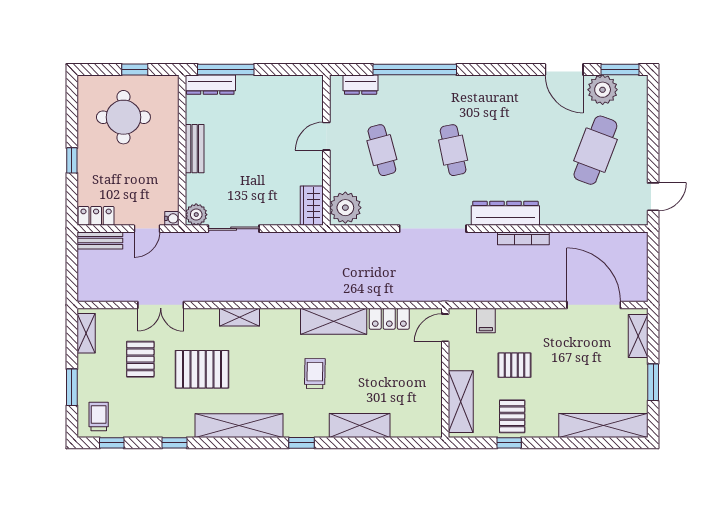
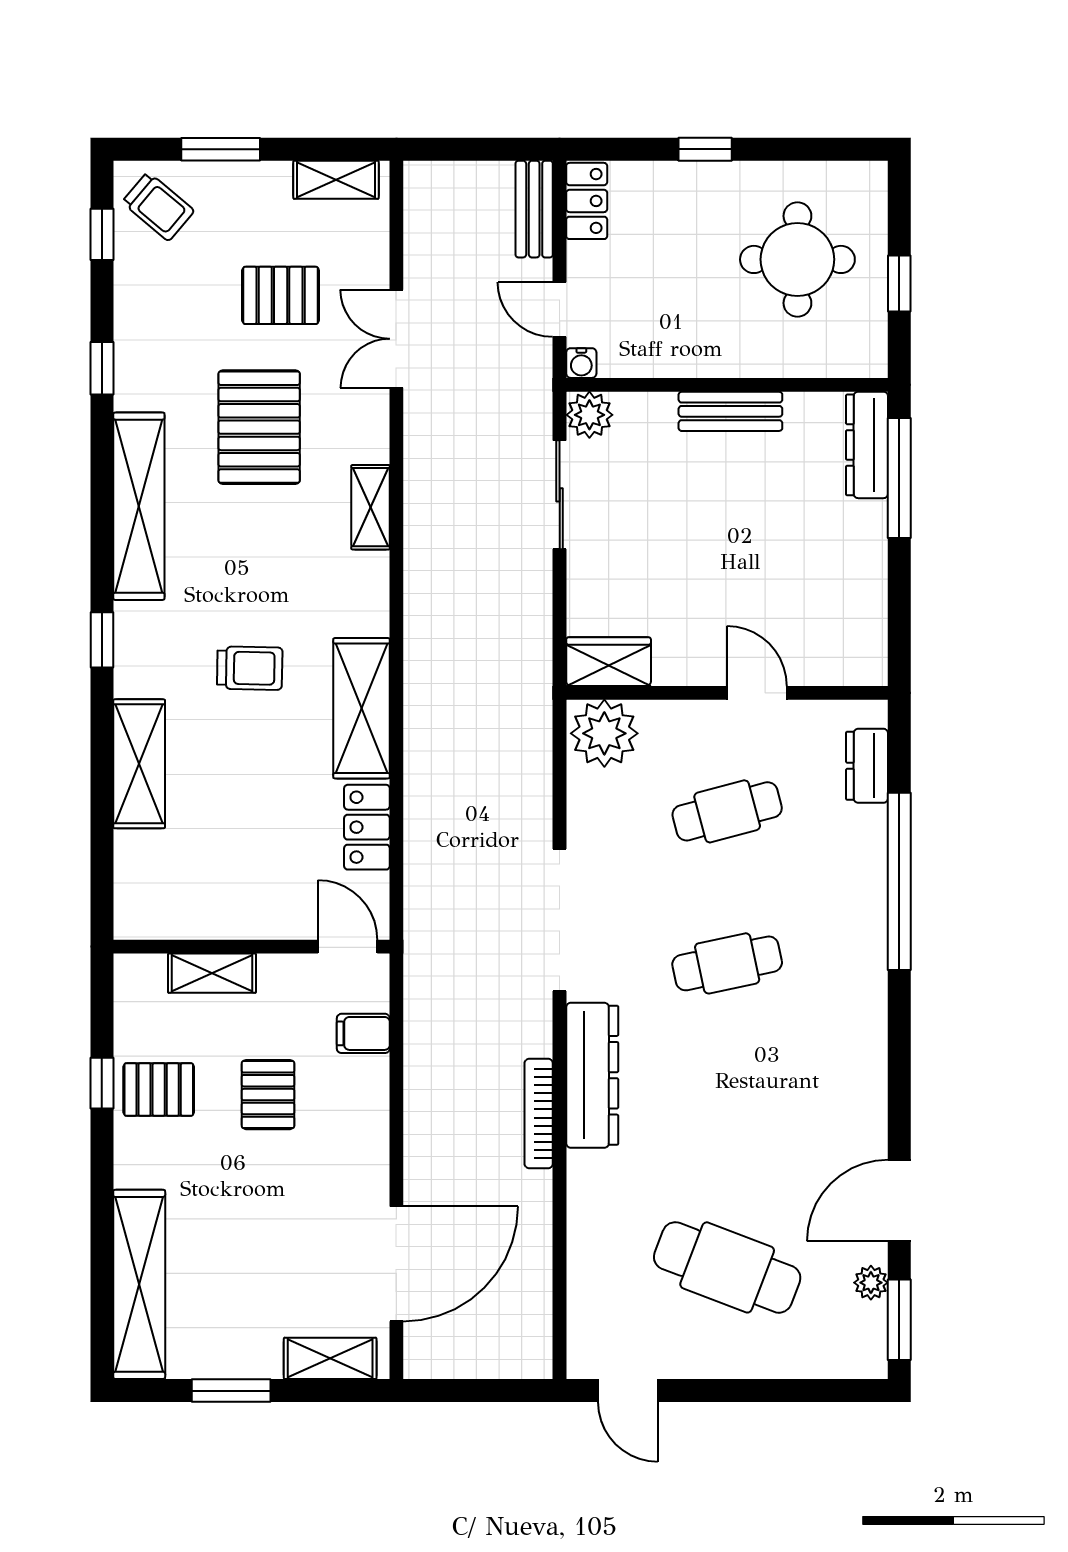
plant: (603, 90) -> (871, 1283), width x0.53, depth x0.53
shelving: (461, 402) -> (212, 973), width x0.67, depth x0.75
trolley: (99, 417) -> (158, 206), turned 40

